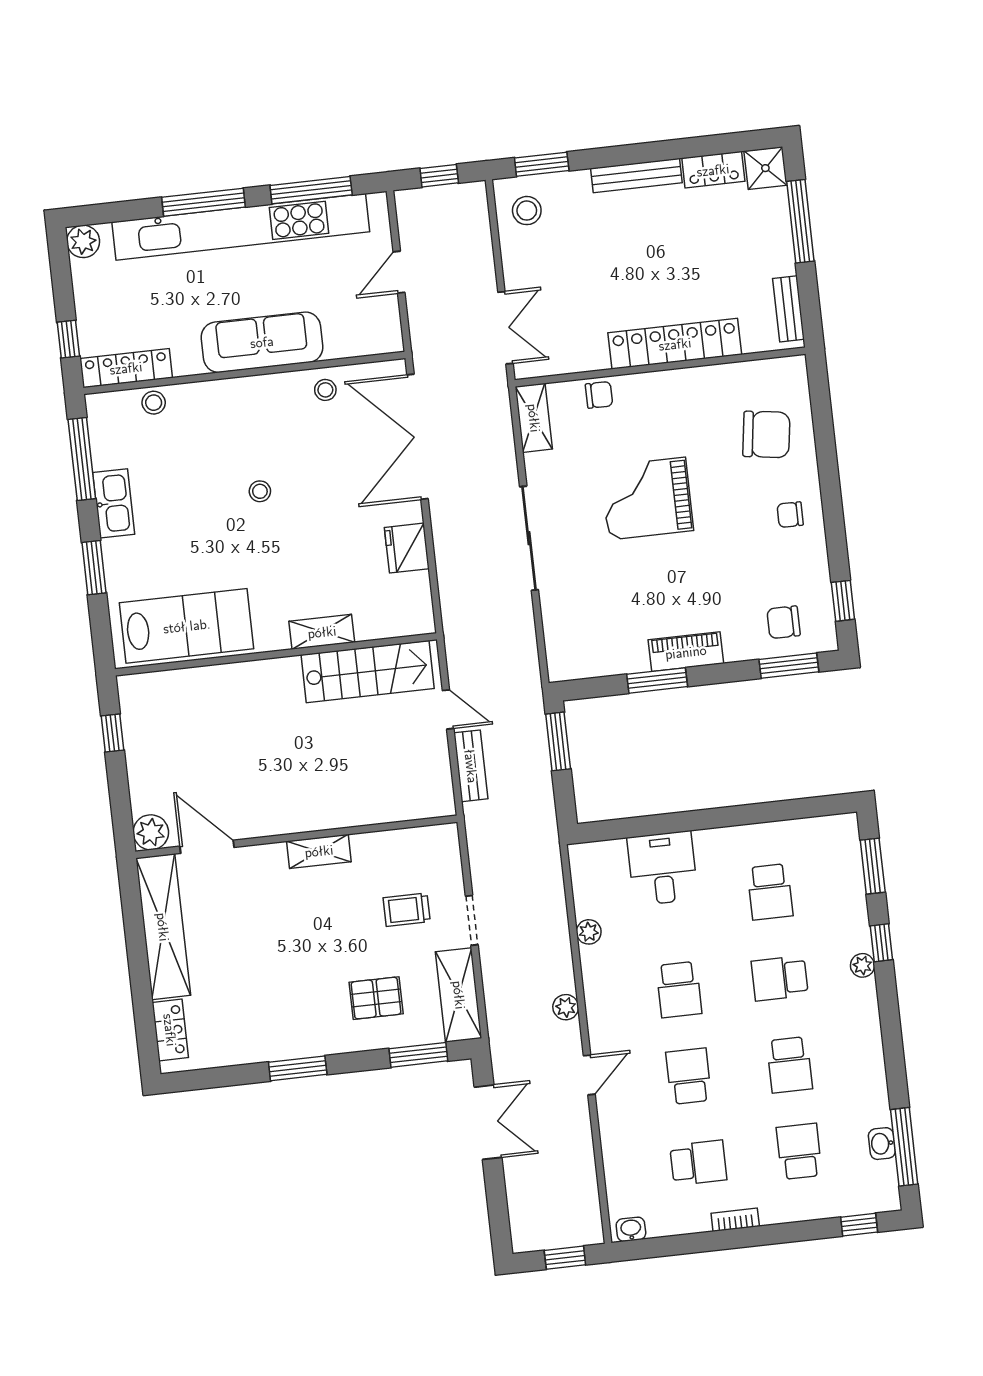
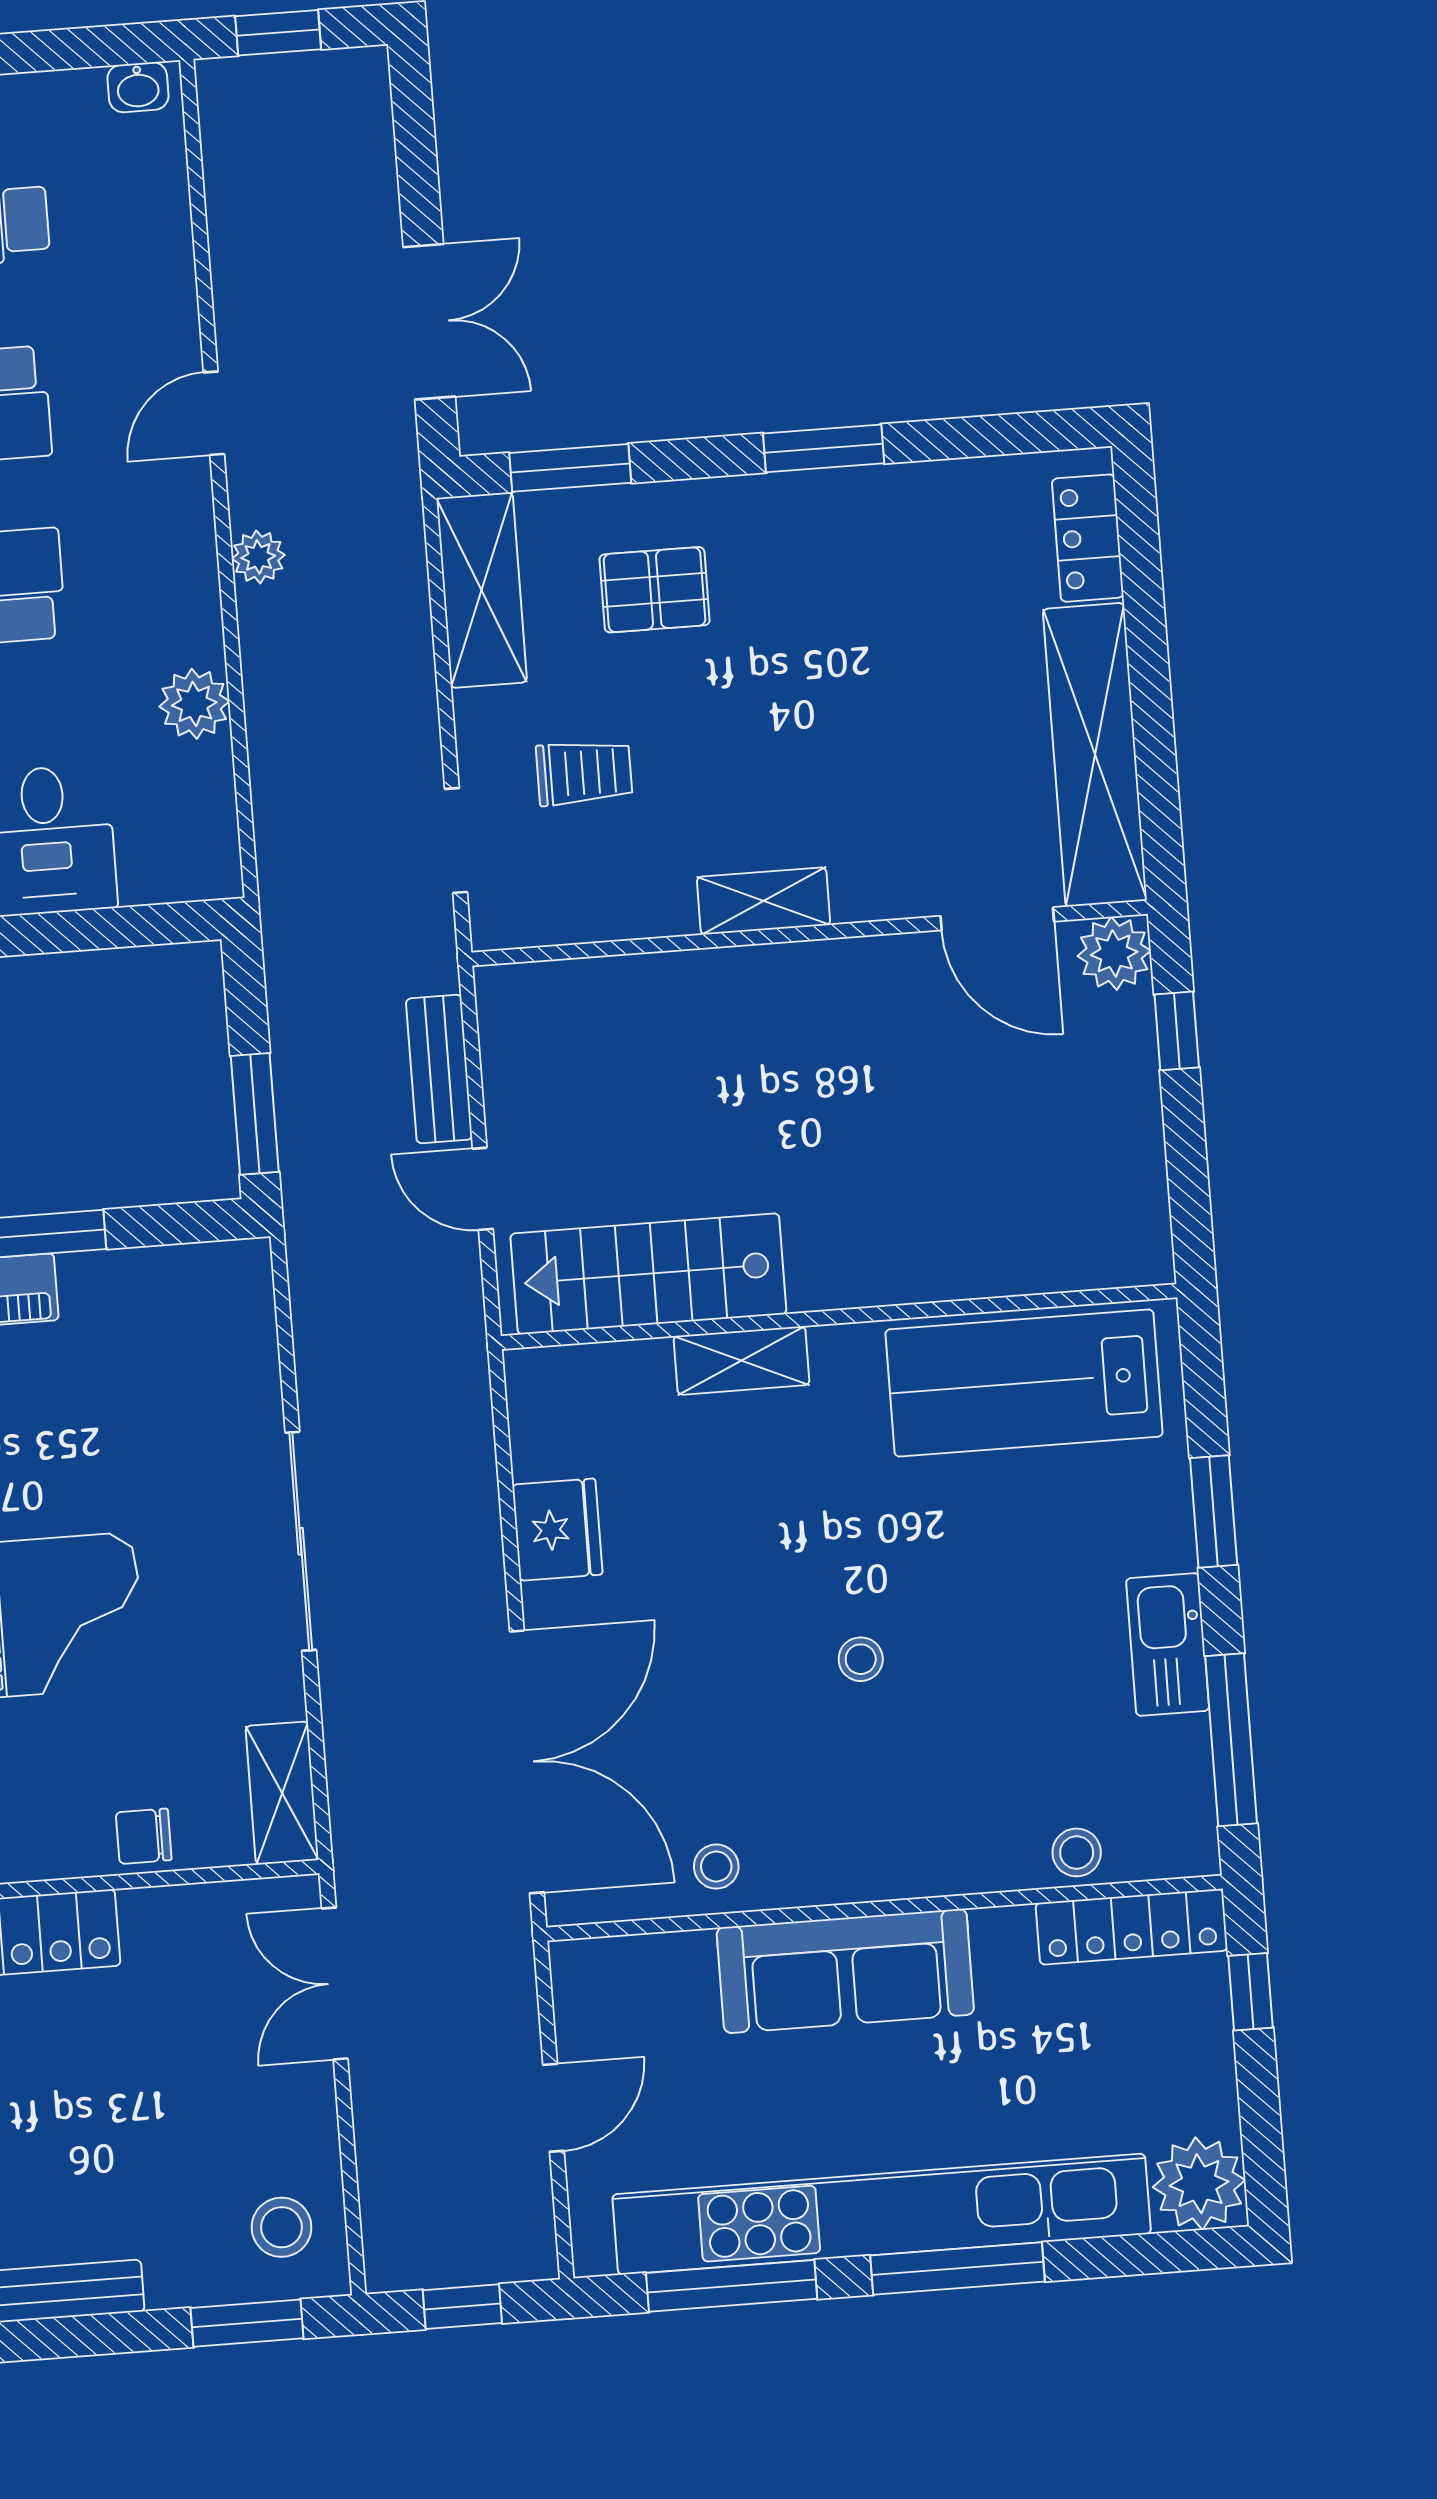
plant: (83, 241) -> (1199, 2184), width x1.36, depth x1.36
window: (113, 733) -> (1177, 1031), moved
doorway: (472, 920) -> (456, 841), moved
plant: (589, 932) -> (194, 704), width x1.38, depth x1.38
double door: (488, 1122) -> (429, 322), swing flipped

